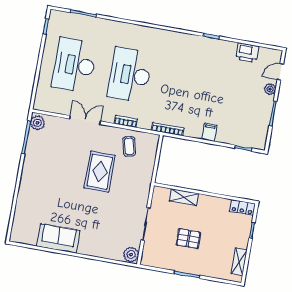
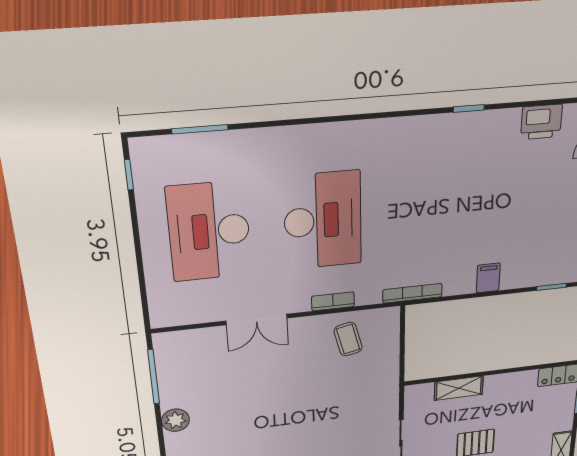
desk: (130, 75) -> (323, 221), turned 180
double door: (85, 120) -> (257, 320), swing flipped
plant: (37, 123) -> (175, 420), moved
rug: (100, 172) -> (304, 392), removed

